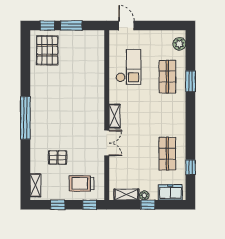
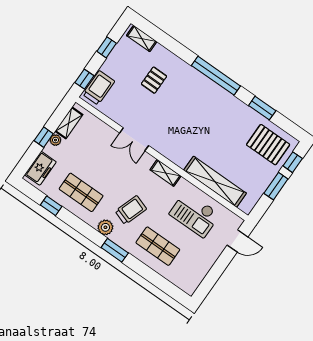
plant: (179, 44) -> (105, 227), moved
shelving: (97, 69) -> (215, 182), added
window: (25, 72) -> (262, 108), added
window: (190, 81) -> (115, 250), moved
trolley: (156, 112) -> (131, 210), added
shelving: (114, 116) -> (166, 173), moved
trolley: (82, 183) -> (99, 88), moved

